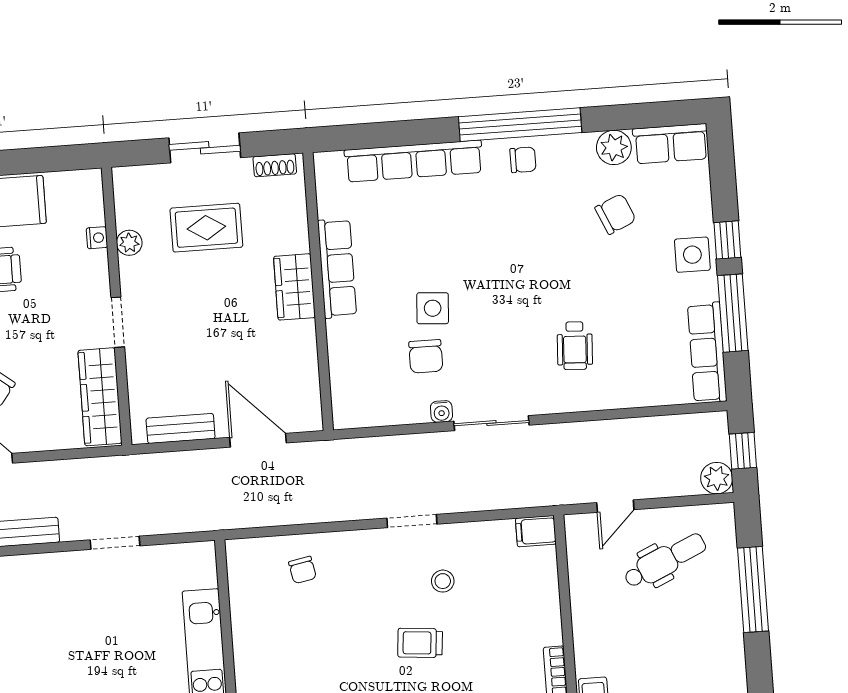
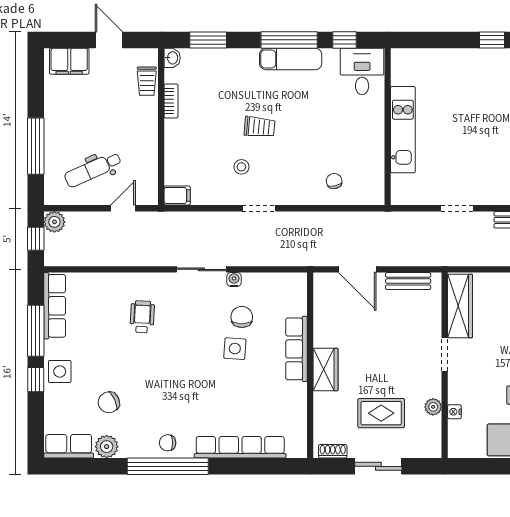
row of seats: (337, 268) -> (296, 349), moved

